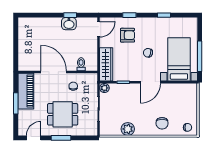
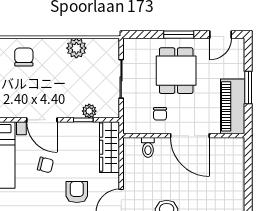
armchair: (127, 35) -> (77, 192), turned 90
door: (150, 82) -> (42, 120), swing flipped
plant: (104, 88) -> (89, 111), moved
dining table: (63, 114) -> (176, 71), turned 90

